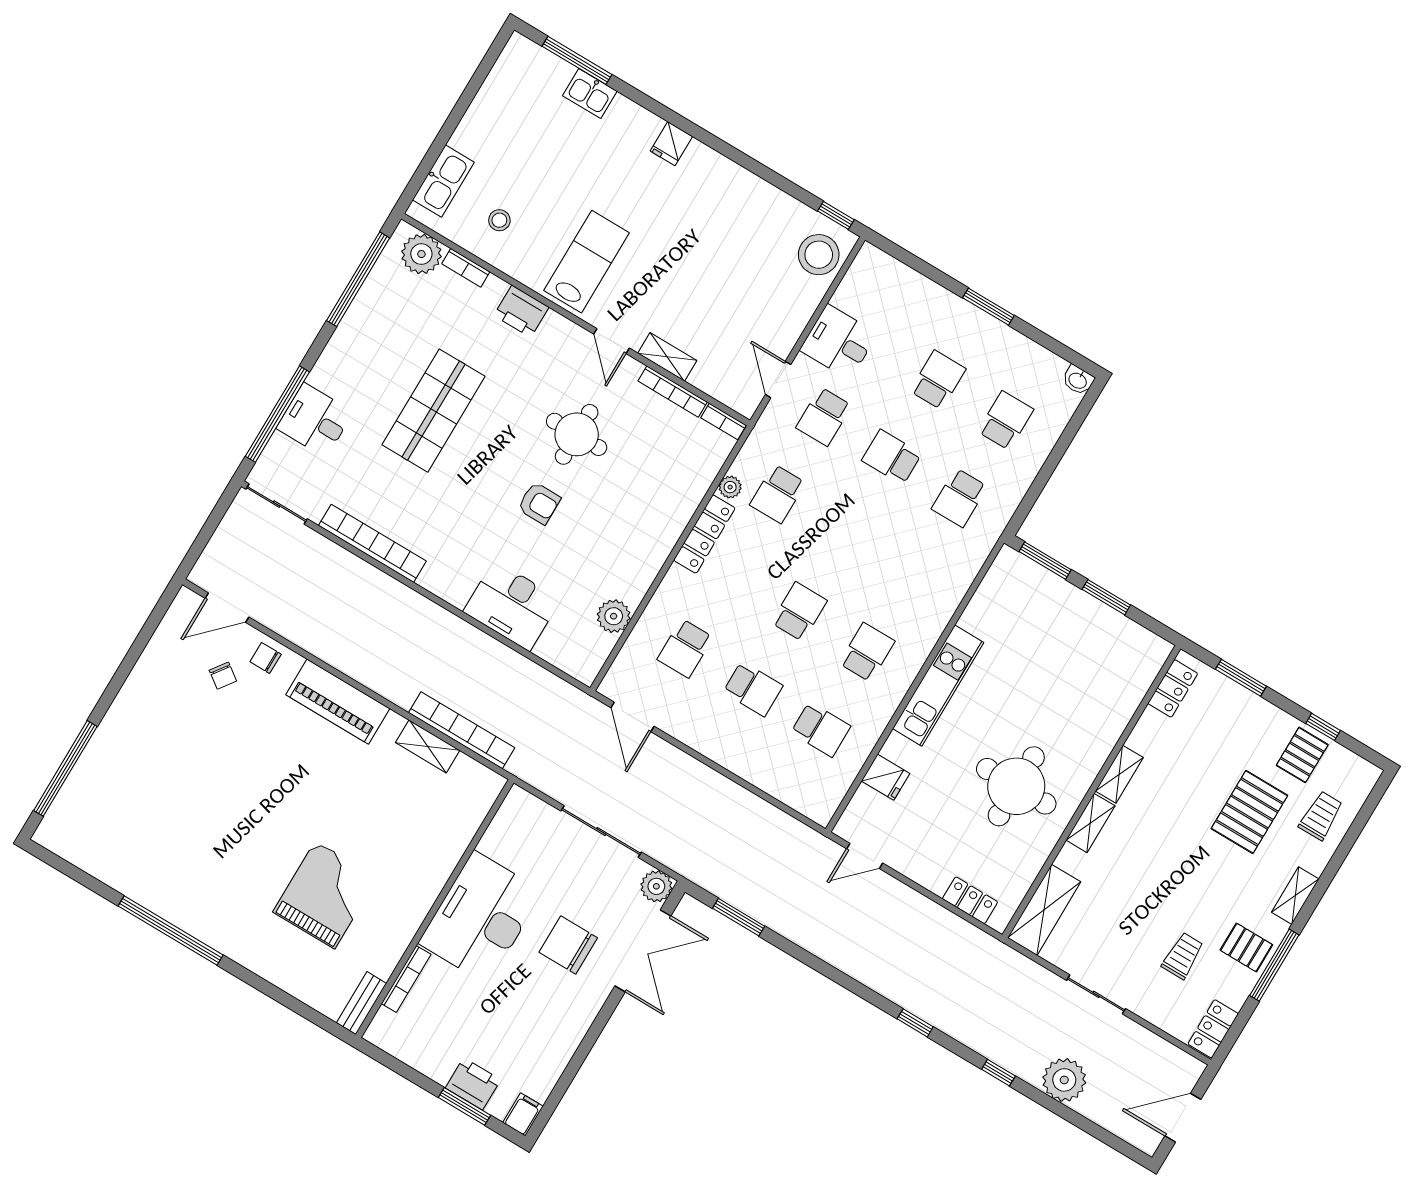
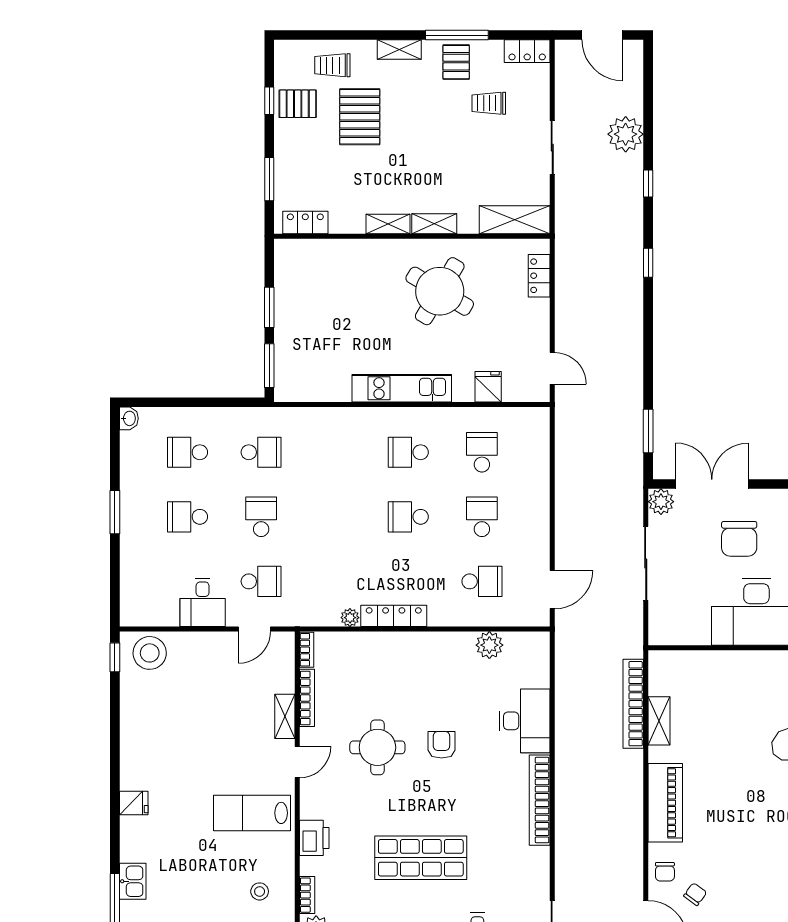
school desk: (892, 457) -> (261, 517), turned 180
school desk: (778, 494) -> (335, 581), removed
bookcase: (372, 543) -> (540, 800), moved
round table: (1016, 786) -> (440, 291), turned 31
pallet: (1249, 812) -> (360, 117), turned 90

